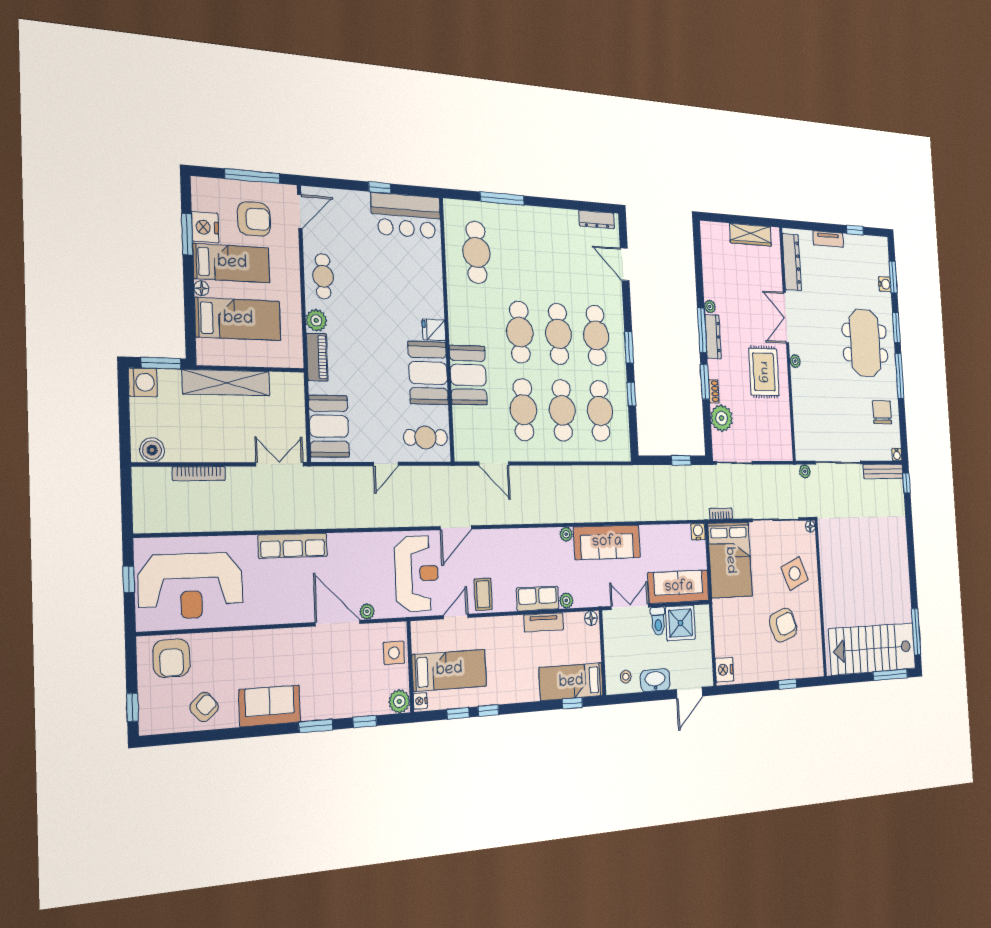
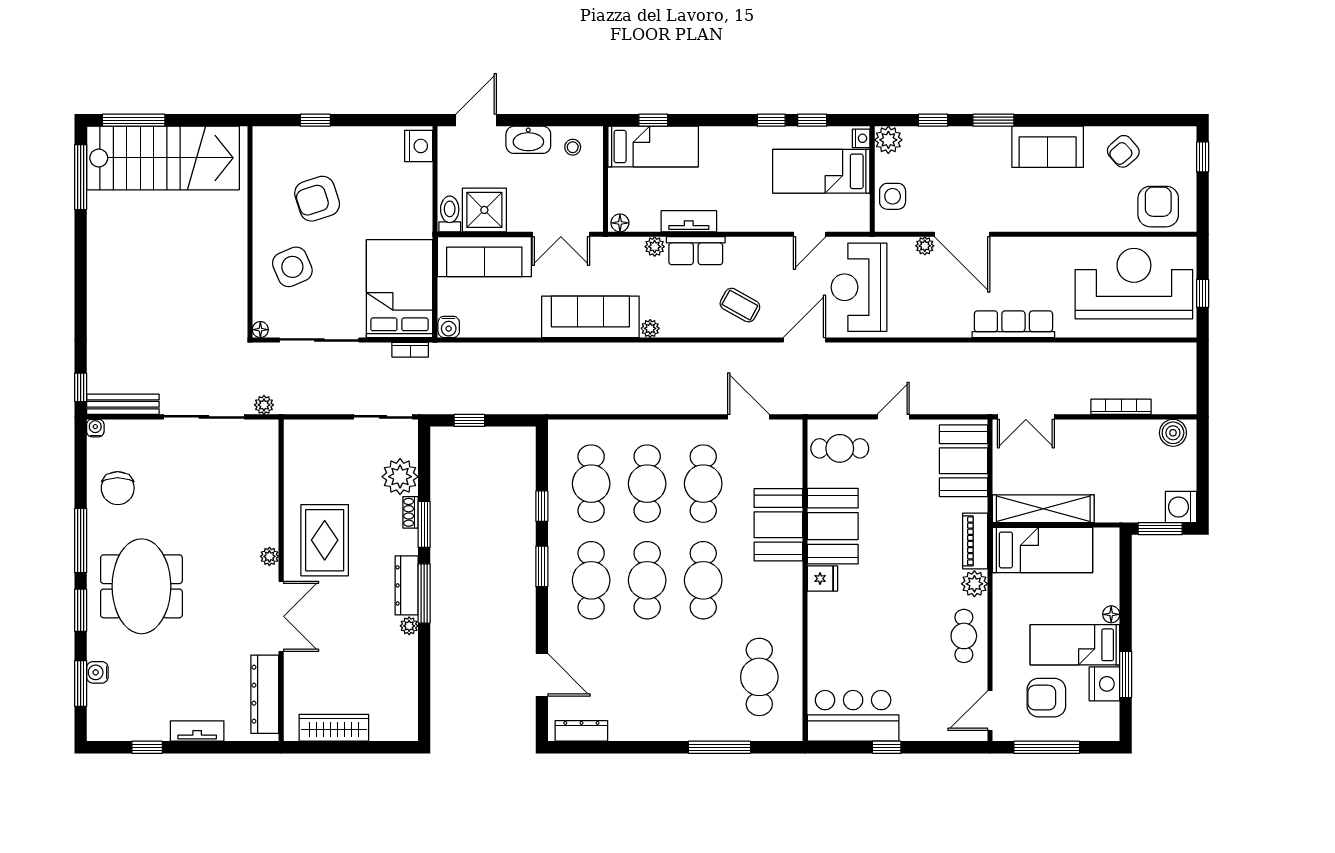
bed: (238, 319) -> (1042, 550), moved, turned 180
shelving: (226, 383) -> (1043, 509), moved
coffee table: (483, 594) -> (740, 305), moved, turned -61
toilet: (658, 621) -> (450, 214), moved

